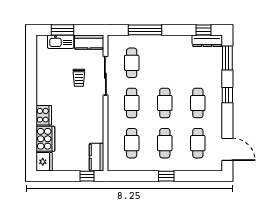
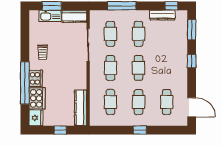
dresser: (207, 41) -> (162, 15), moved
trolley: (79, 78) -> (43, 52), moved
cafe table: (198, 103) -> (139, 34), moved
window: (31, 121) -> (25, 83), added
kitchen counter: (97, 157) -> (81, 108), width x1.50
window: (87, 176) -> (60, 130), moved

